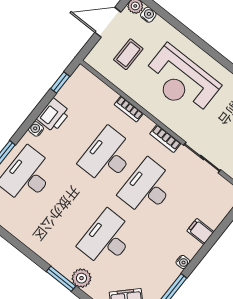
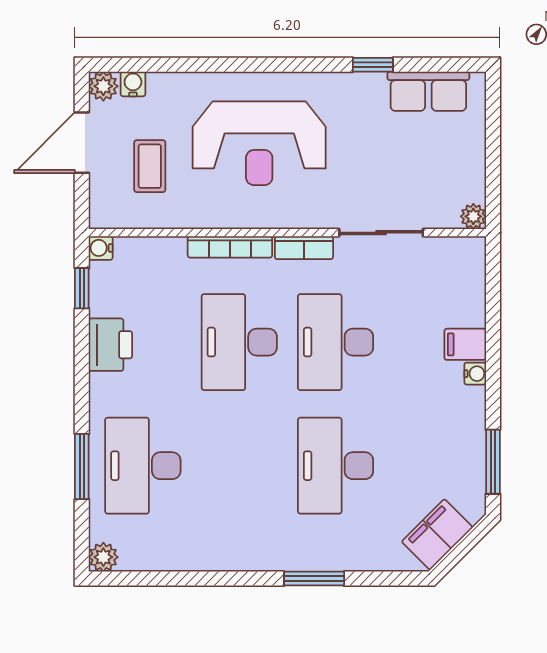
bookcase: (129, 109) -> (230, 247), width x1.56
water cooler: (36, 129) -> (101, 248), moved
water cooler: (183, 262) -> (475, 374), moved
plant: (81, 278) -> (344, 554), removed

